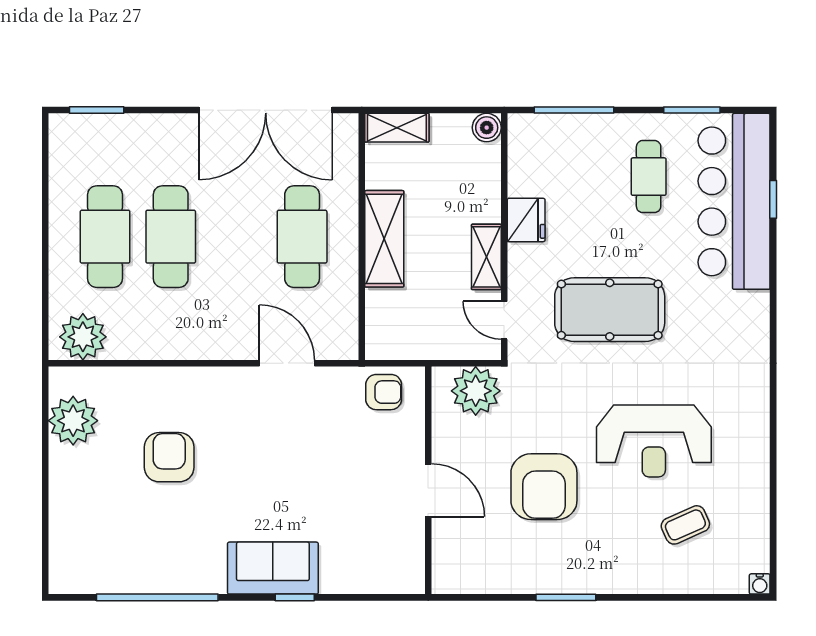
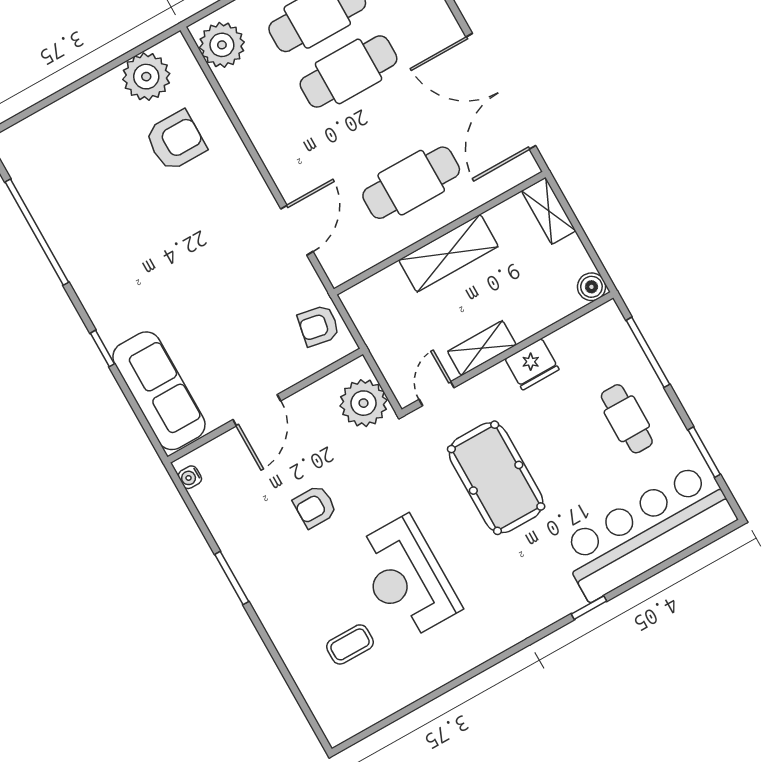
cafe table: (649, 177) -> (627, 419), moved, turned 90
window: (773, 199) -> (589, 608), moved
armchair: (384, 392) -> (319, 326), turned 101
armchair: (169, 457) -> (176, 141), moved
armchair: (544, 487) -> (315, 507), width x0.53, depth x0.53
coffee table: (685, 525) -> (350, 644), turned -66
sofa: (273, 568) -> (159, 391), moved, width x1.36
water cooler: (760, 584) -> (190, 477), moved

